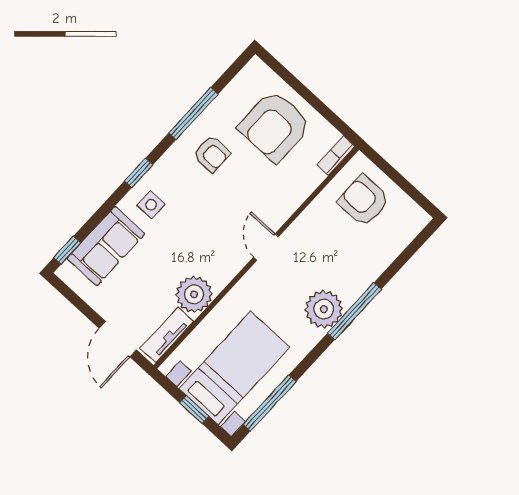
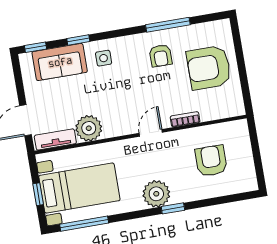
bookcase: (336, 156) -> (185, 119), moved
window: (139, 173) -> (78, 40), moved
armchair: (364, 201) -> (211, 161), moved
window: (354, 311) -> (173, 208), width x0.46

